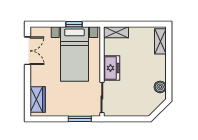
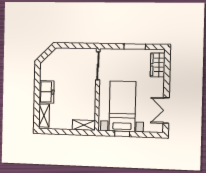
freezer: (112, 68) -> (47, 92), moved, turned 180
boiler: (160, 87) -> (45, 74), removed
window: (80, 119) -> (135, 47), moved

